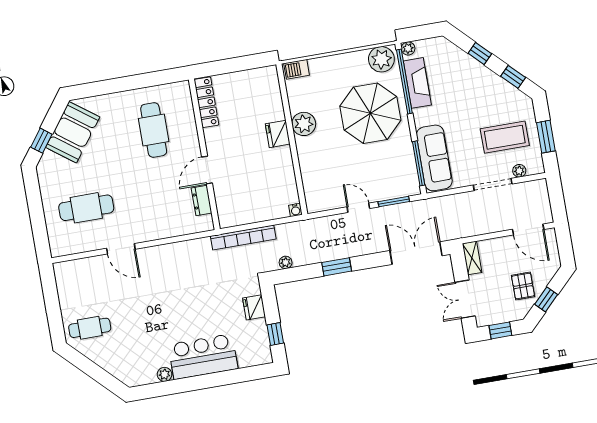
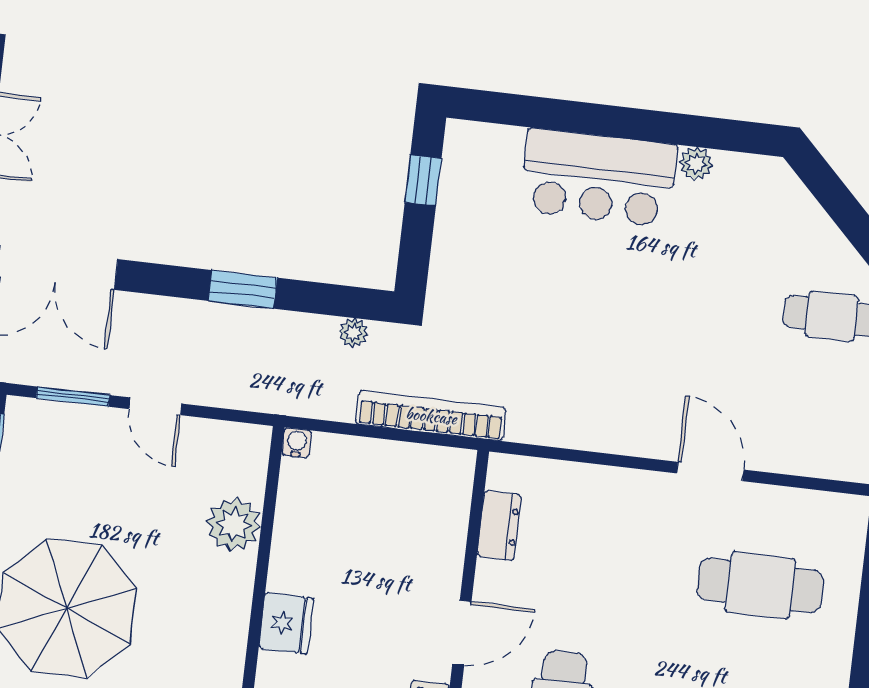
plant: (304, 124) -> (234, 524), moved
door: (207, 170) -> (462, 633), moved
fridge: (254, 307) -> (453, 253), removed

